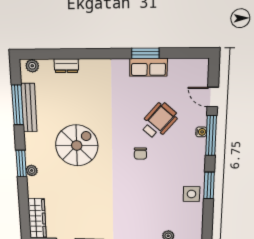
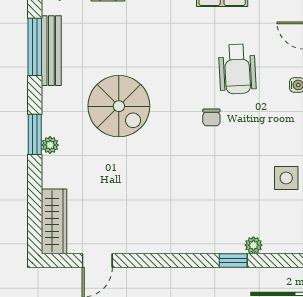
wheelchair: (159, 121) -> (237, 69), turned 136
spiral stairs: (77, 145) -> (119, 106), turned 90

